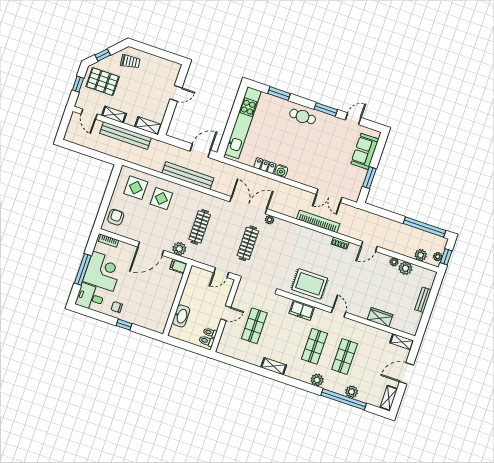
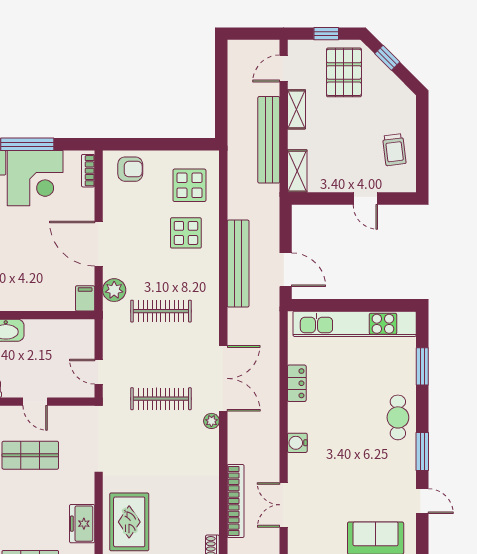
trolley: (130, 62) -> (394, 150), moved
water cooler: (281, 171) -> (297, 443), moved

